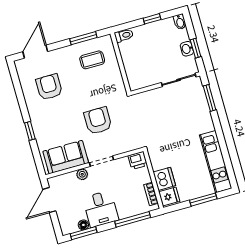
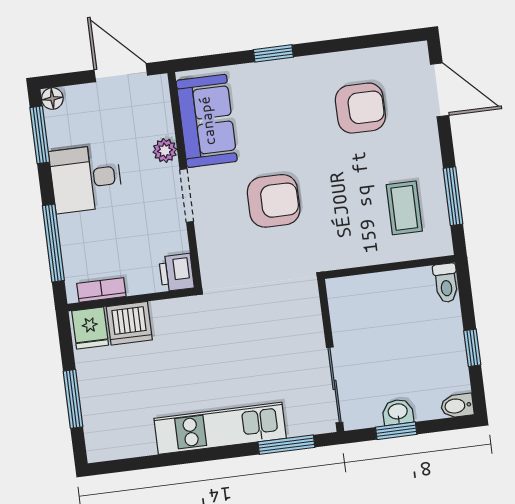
kitchen unit: (216, 162) -> (220, 428), moved
floor lamp: (83, 225) -> (52, 99), moved

